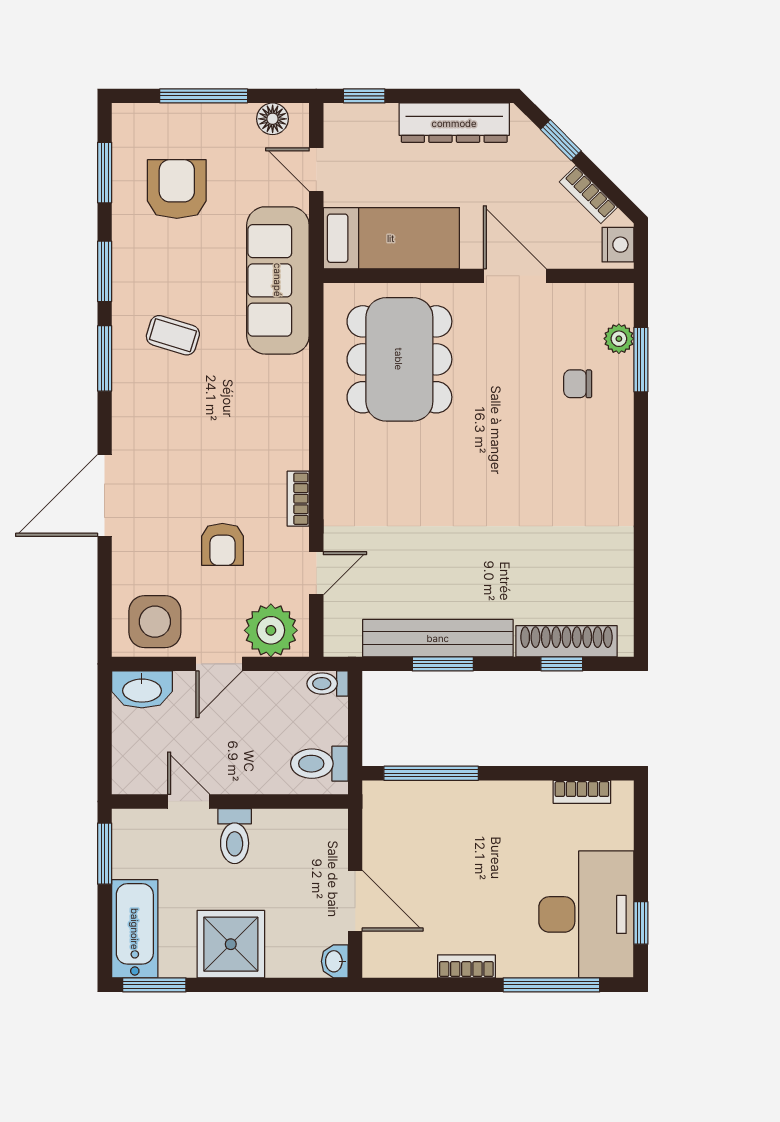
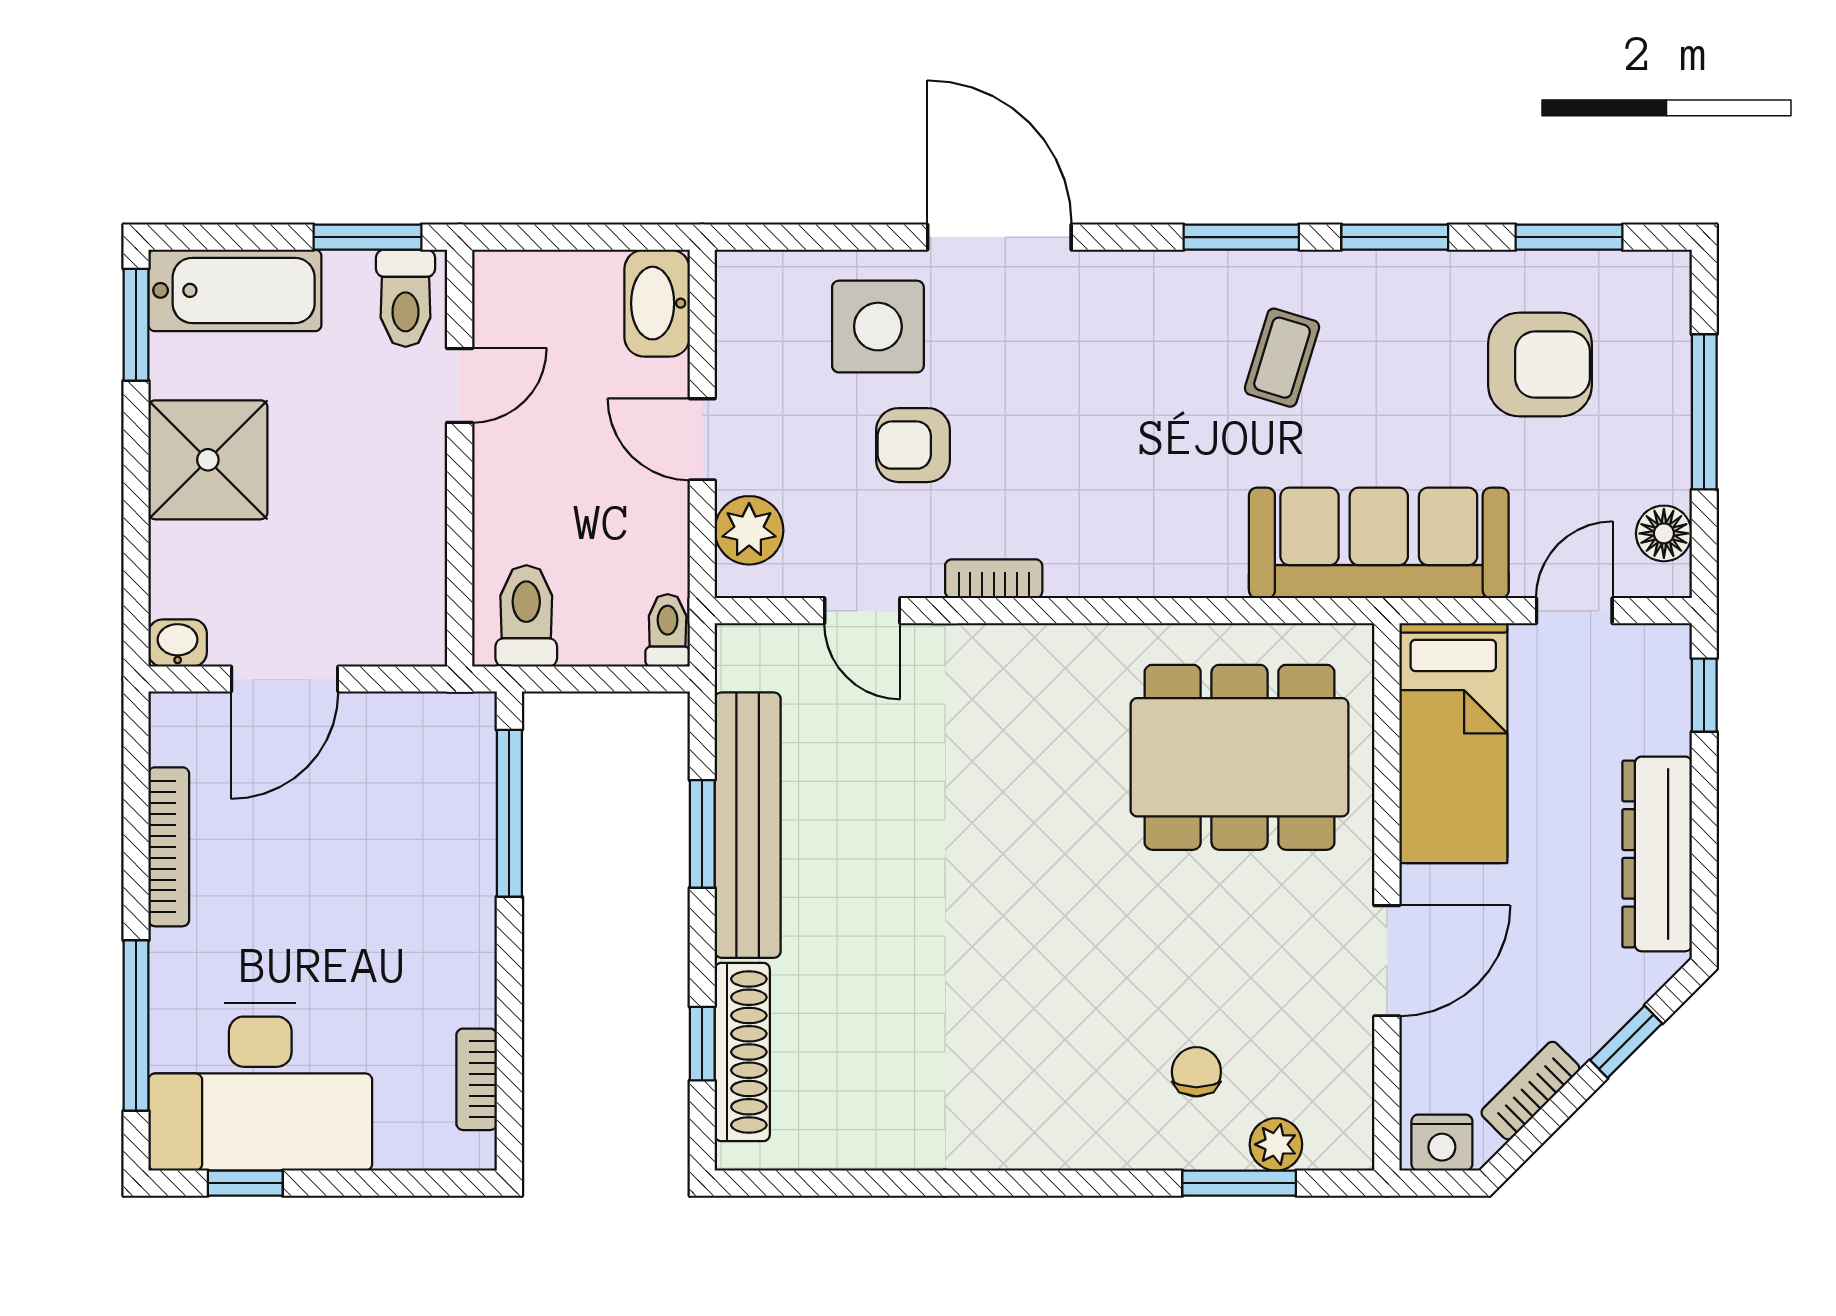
side table: (155, 622) -> (878, 327), moved
plant: (271, 630) -> (749, 530), width x0.73, depth x0.73
toilet: (235, 836) -> (406, 298), moved, turned -90
bookcase: (466, 966) -> (169, 847), width x1.56

